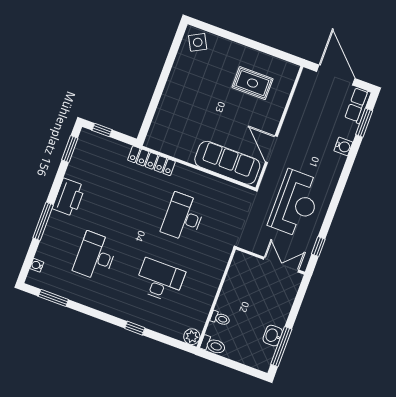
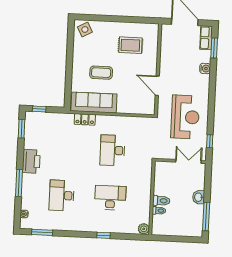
coffee table: (201, 107) -> (101, 73), added
locker: (151, 161) -> (85, 119), width x0.66
sofa: (227, 163) -> (94, 103), moved
washbasin: (273, 336) -> (199, 197), moved
toilet: (213, 345) -> (161, 201), moved

